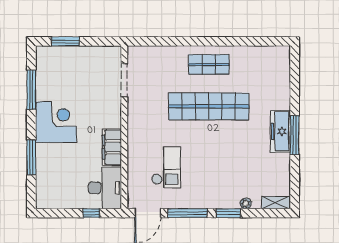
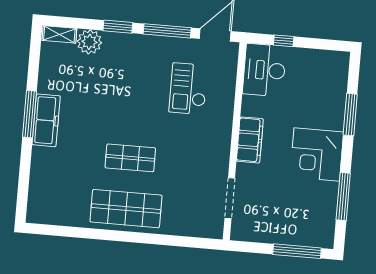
window: (65, 41) -> (297, 251), width x1.44
shop shelf: (209, 64) -> (126, 209), width x1.43, depth x1.36
shop shelf: (209, 106) -> (130, 158), width x0.50, depth x0.74
filing cabinet: (112, 147) -> (250, 140), moved
plant: (246, 203) -> (89, 42), width x1.87, depth x1.87

